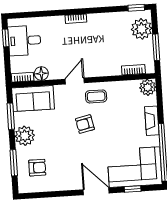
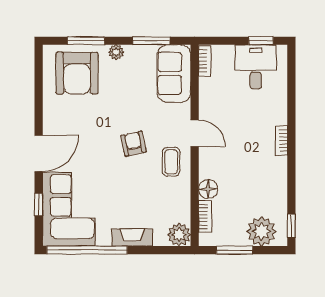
floor lamp: (41, 73) -> (208, 189), moved
plant: (25, 136) -> (116, 52), width x0.53, depth x0.53
armchair: (37, 168) -> (77, 73), width x1.88, depth x1.88

